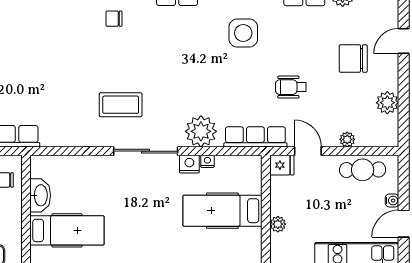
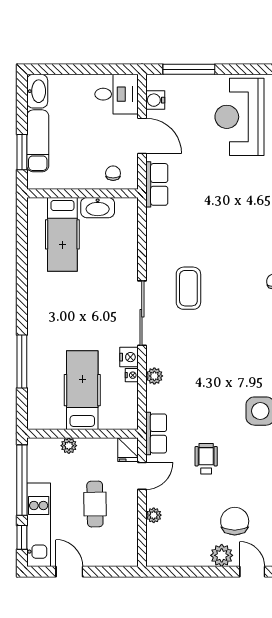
plant: (387, 103) -> (222, 555), moved
plant: (201, 131) -> (154, 376), width x0.53, depth x0.53
row of seats: (255, 137) -> (156, 433), width x0.68
cafe table: (363, 170) -> (95, 504), moved
water cooler: (392, 201) -> (92, 560), removed

